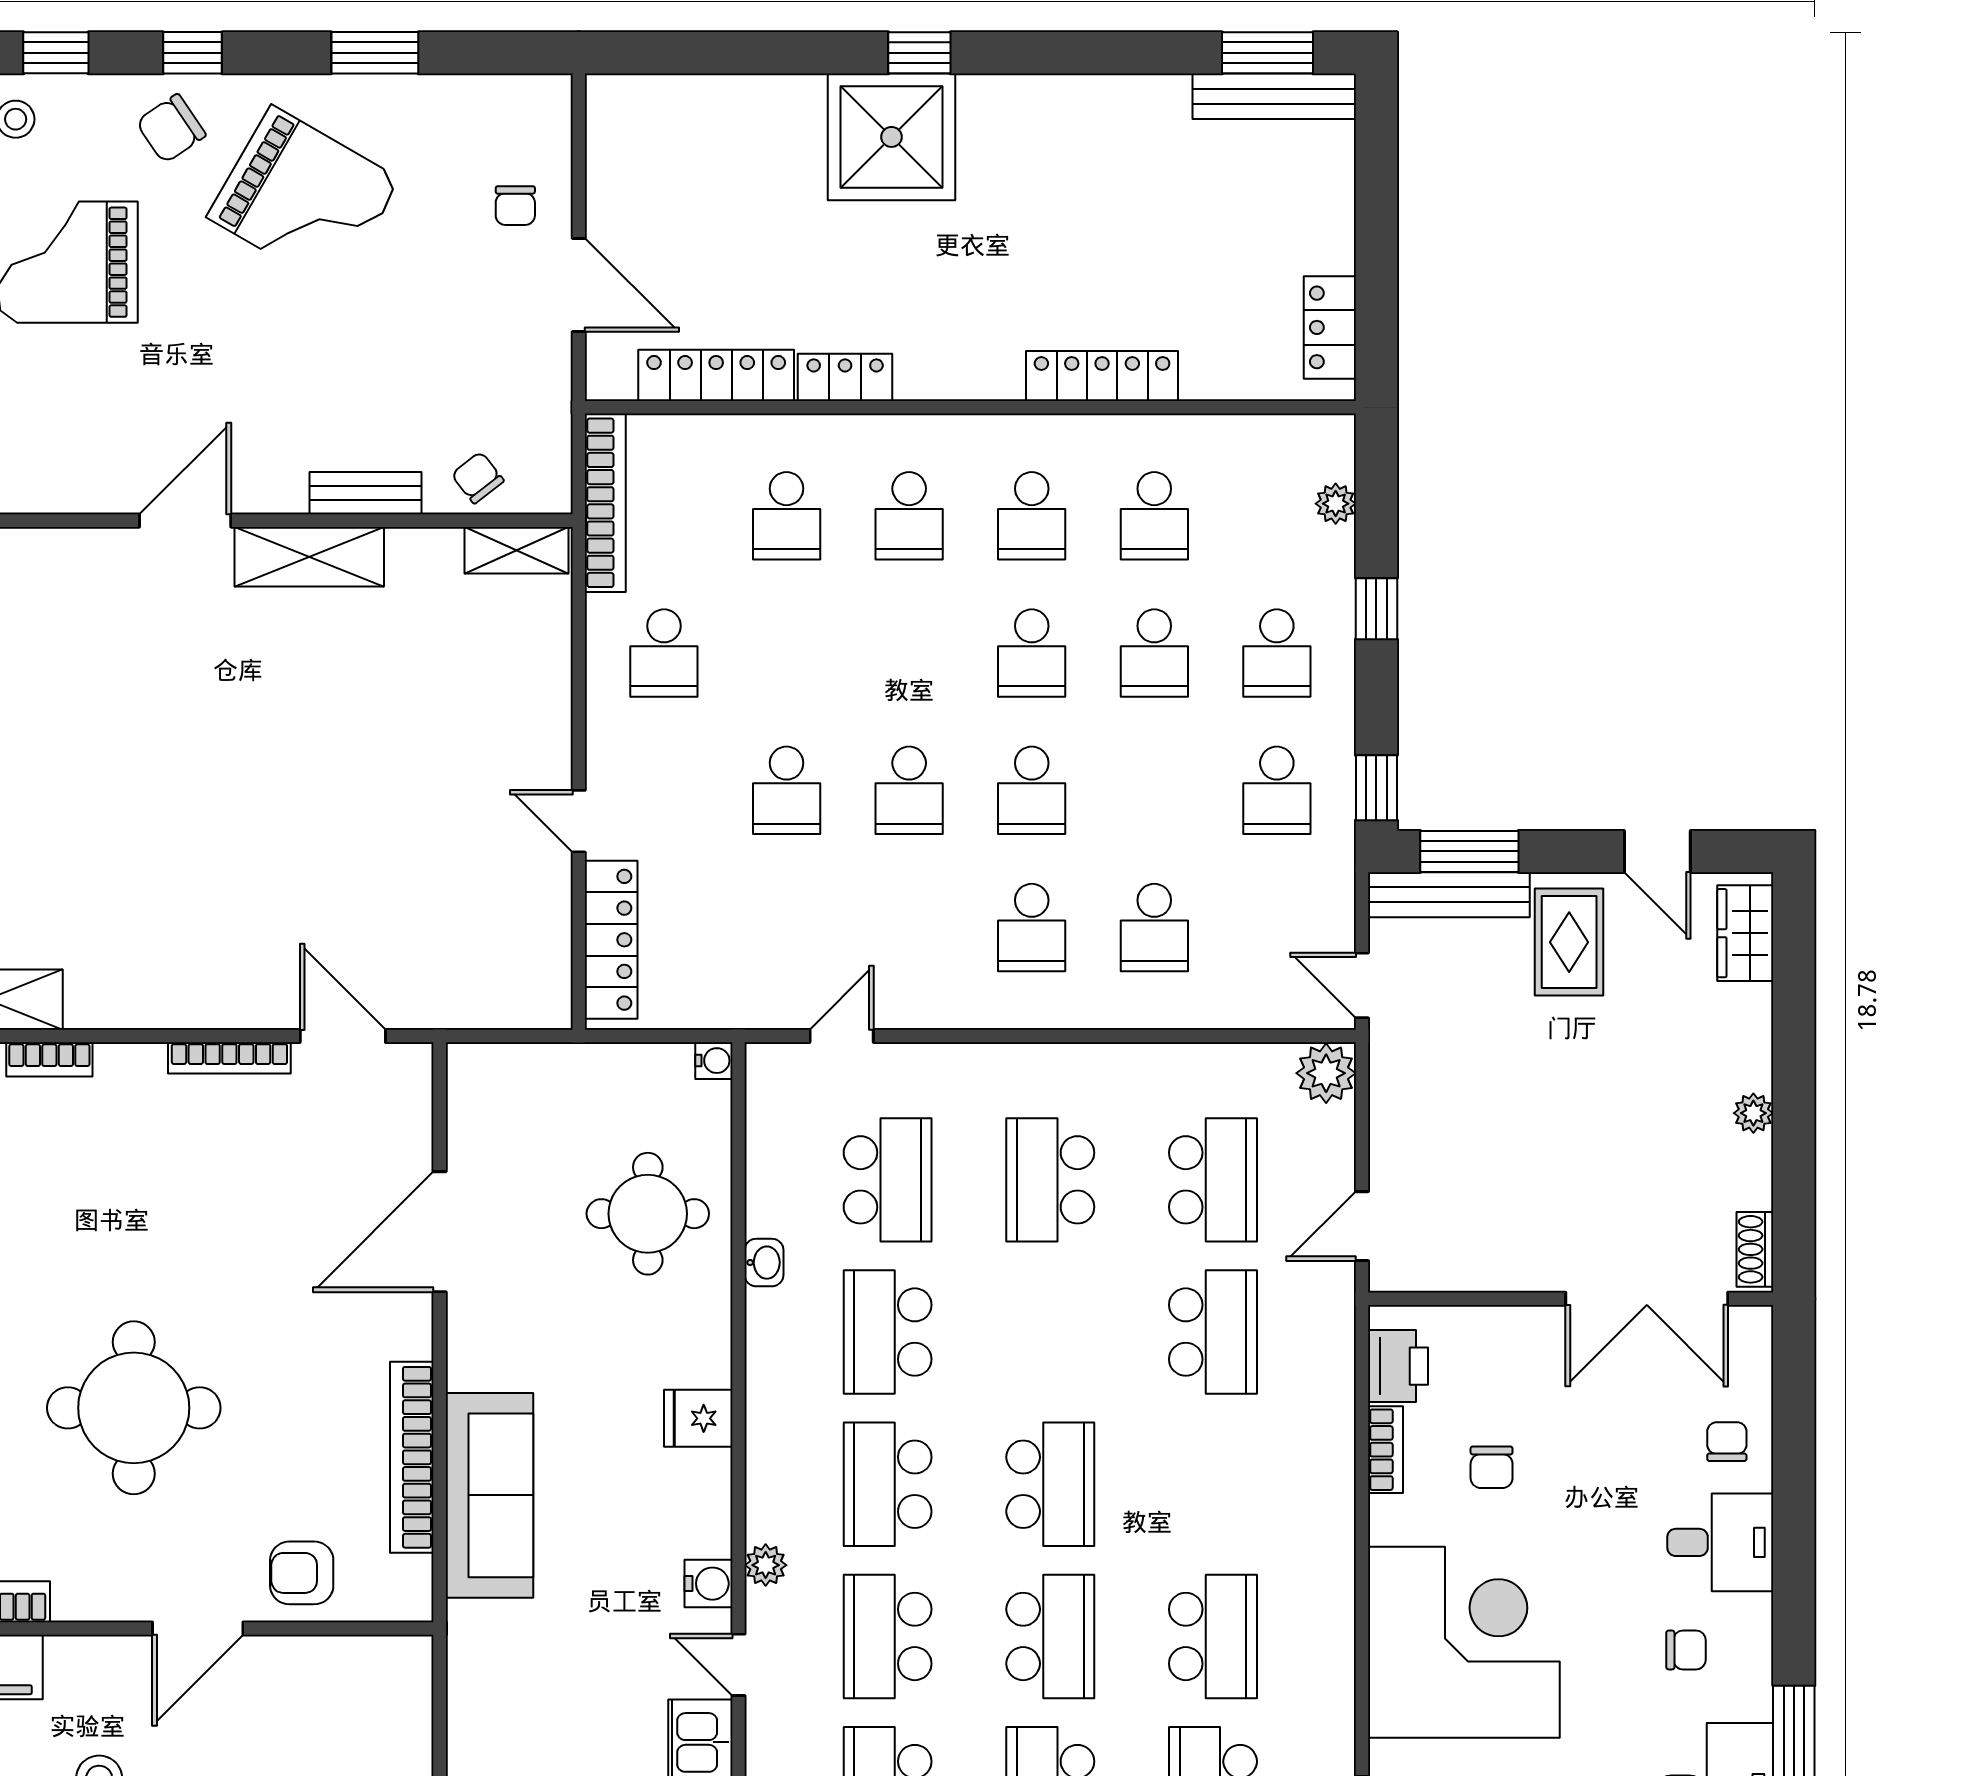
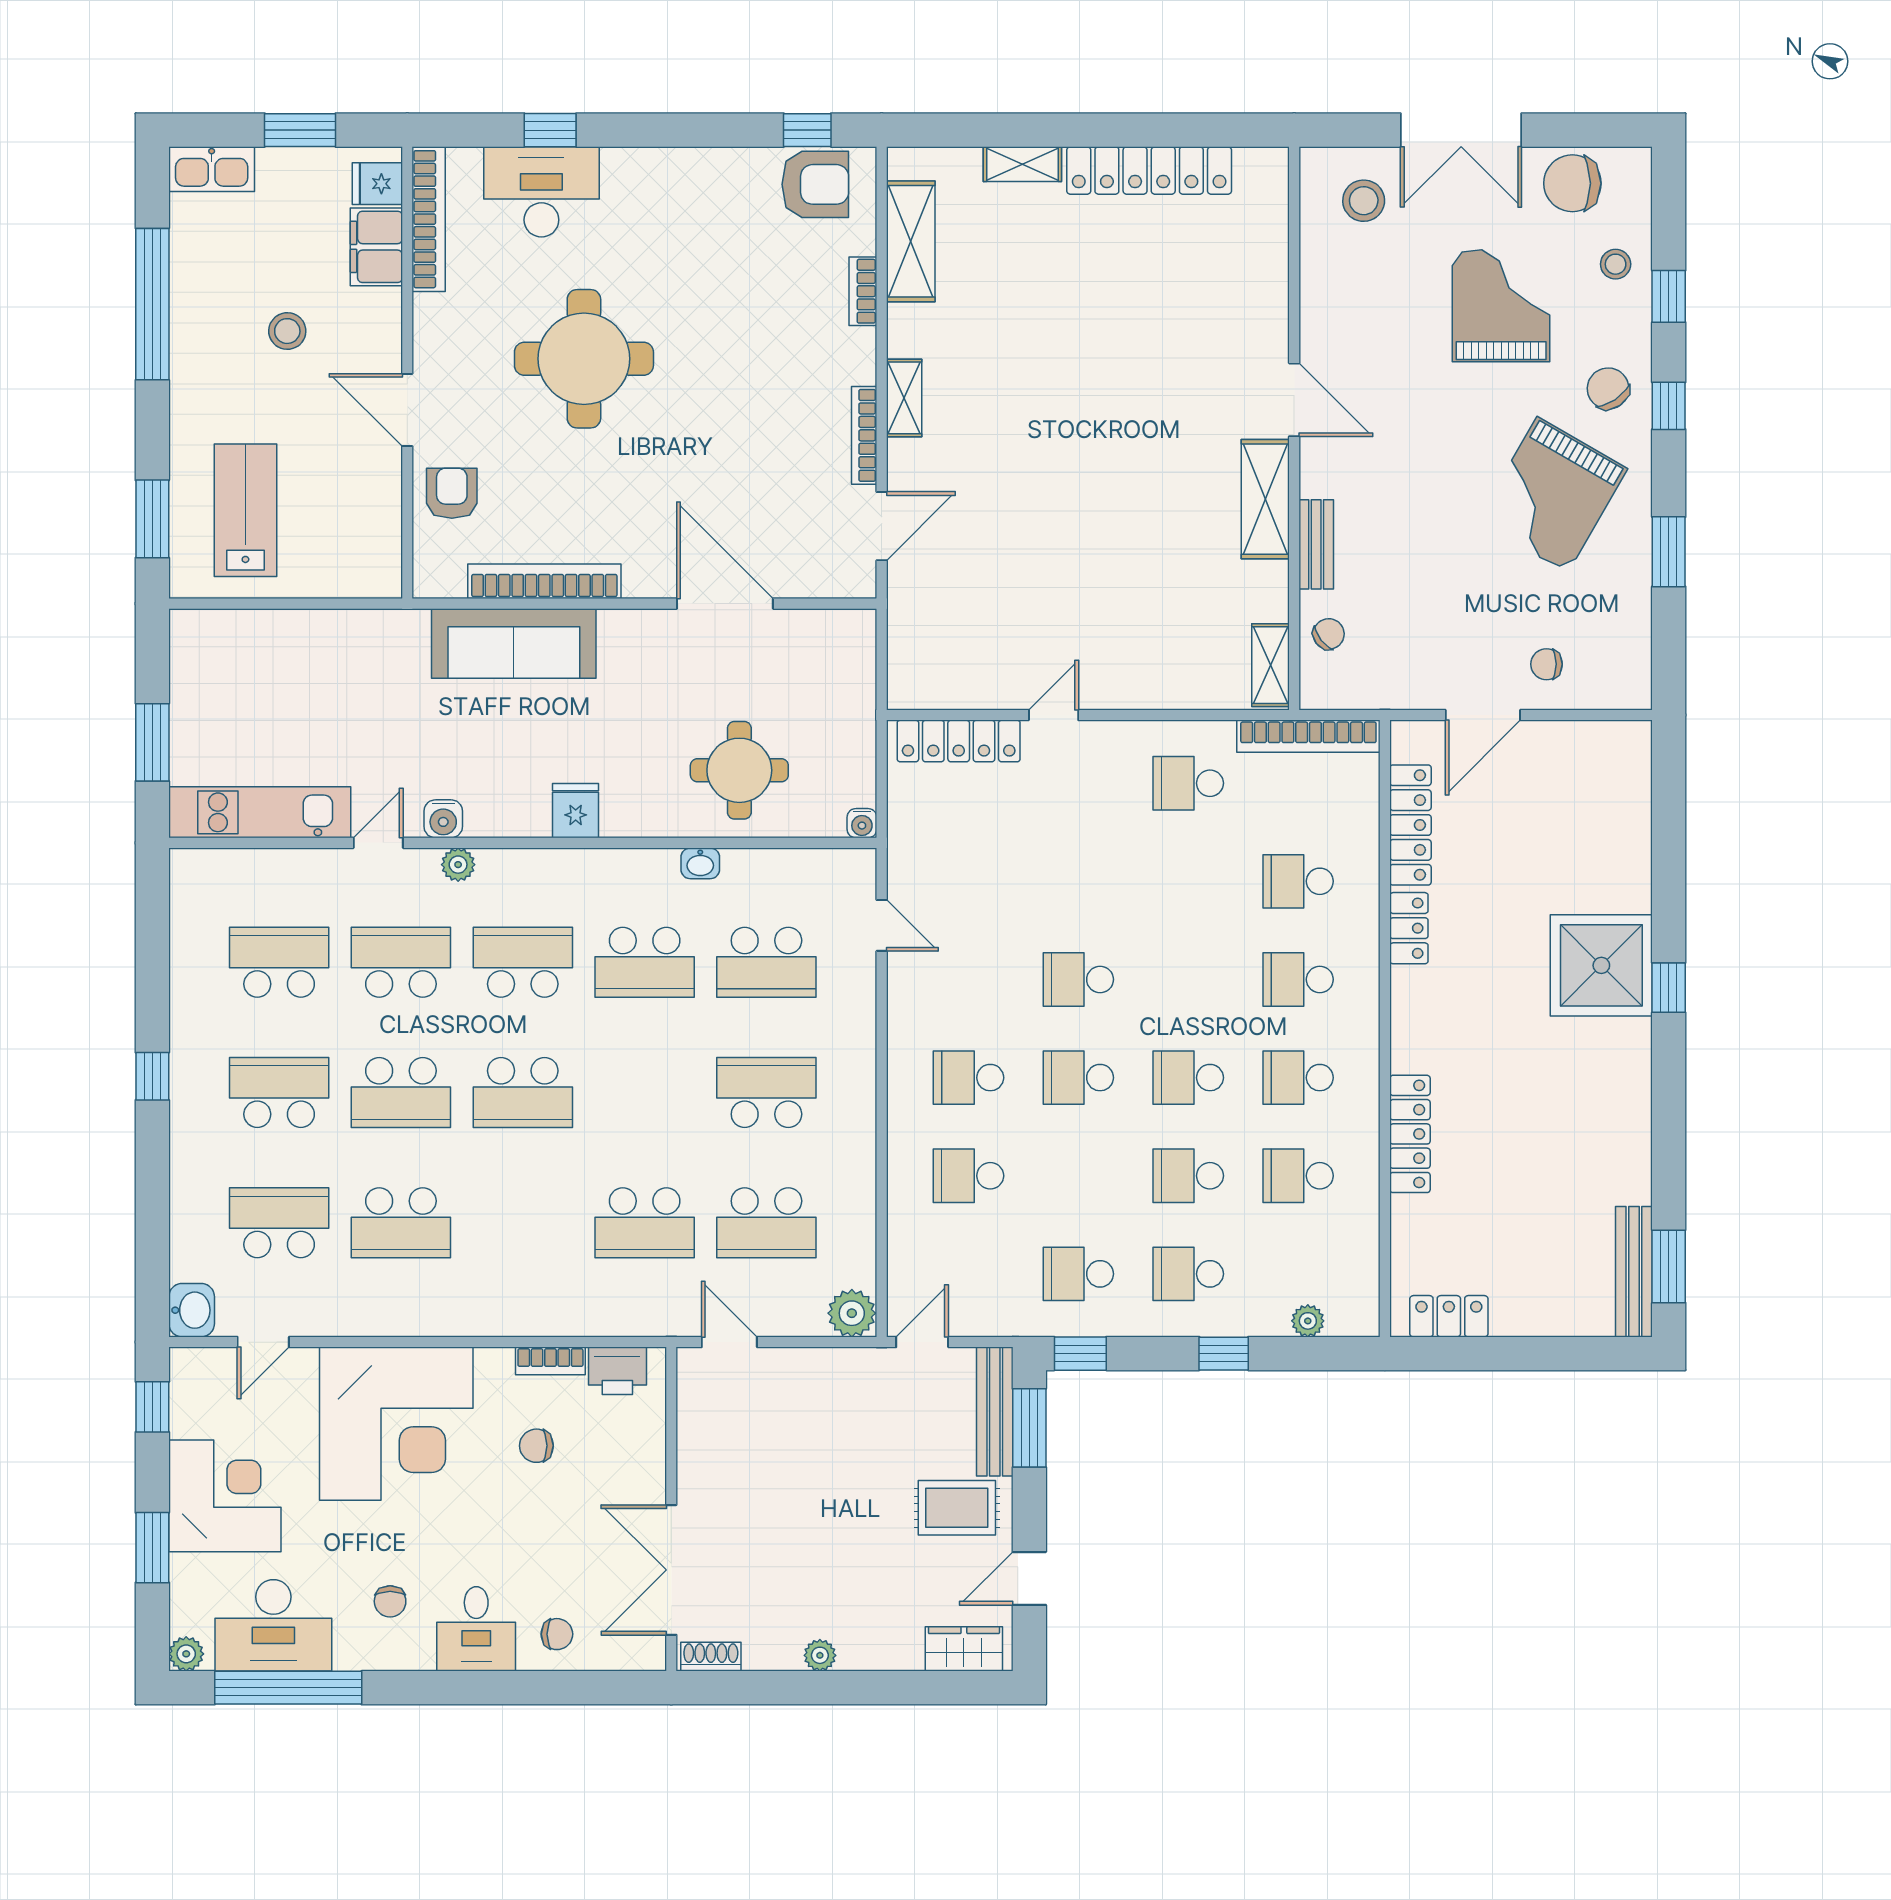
school desk: (787, 790) -> (1078, 881), removed
shelving: (183, 1008) -> (904, 398), added
school desk: (888, 1332) -> (645, 962), turned 180

